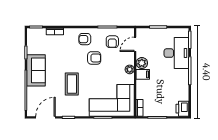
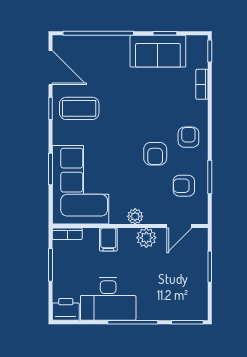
door: (135, 44) -> (179, 226), swing flipped
desk: (176, 53) -> (108, 299), moved
sofa: (36, 70) -> (158, 51), moved
filing cabinet: (143, 74) -> (108, 240), moved
coffee table: (72, 84) -> (79, 108), moved

